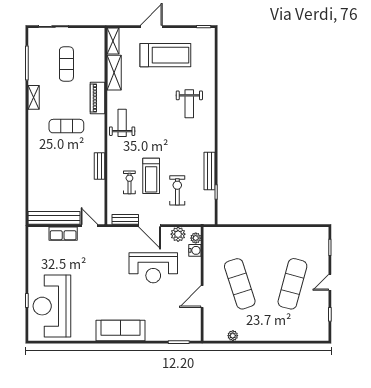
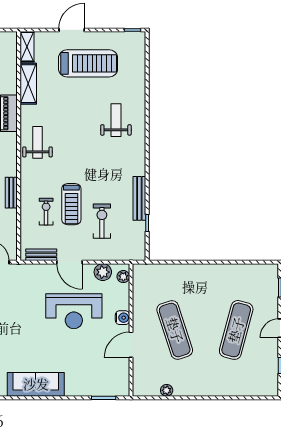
weight bench: (189, 104) -> (116, 120), turned 180
water cooler: (195, 250) -> (123, 318), moved

